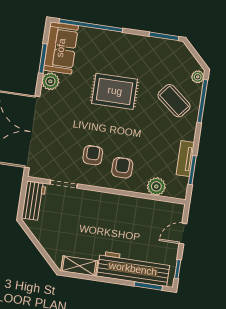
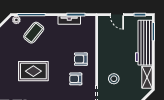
rug: (115, 91) -> (33, 71), turned 90
plant: (156, 186) -> (90, 36), removed
stool: (84, 214) -> (114, 79), added

